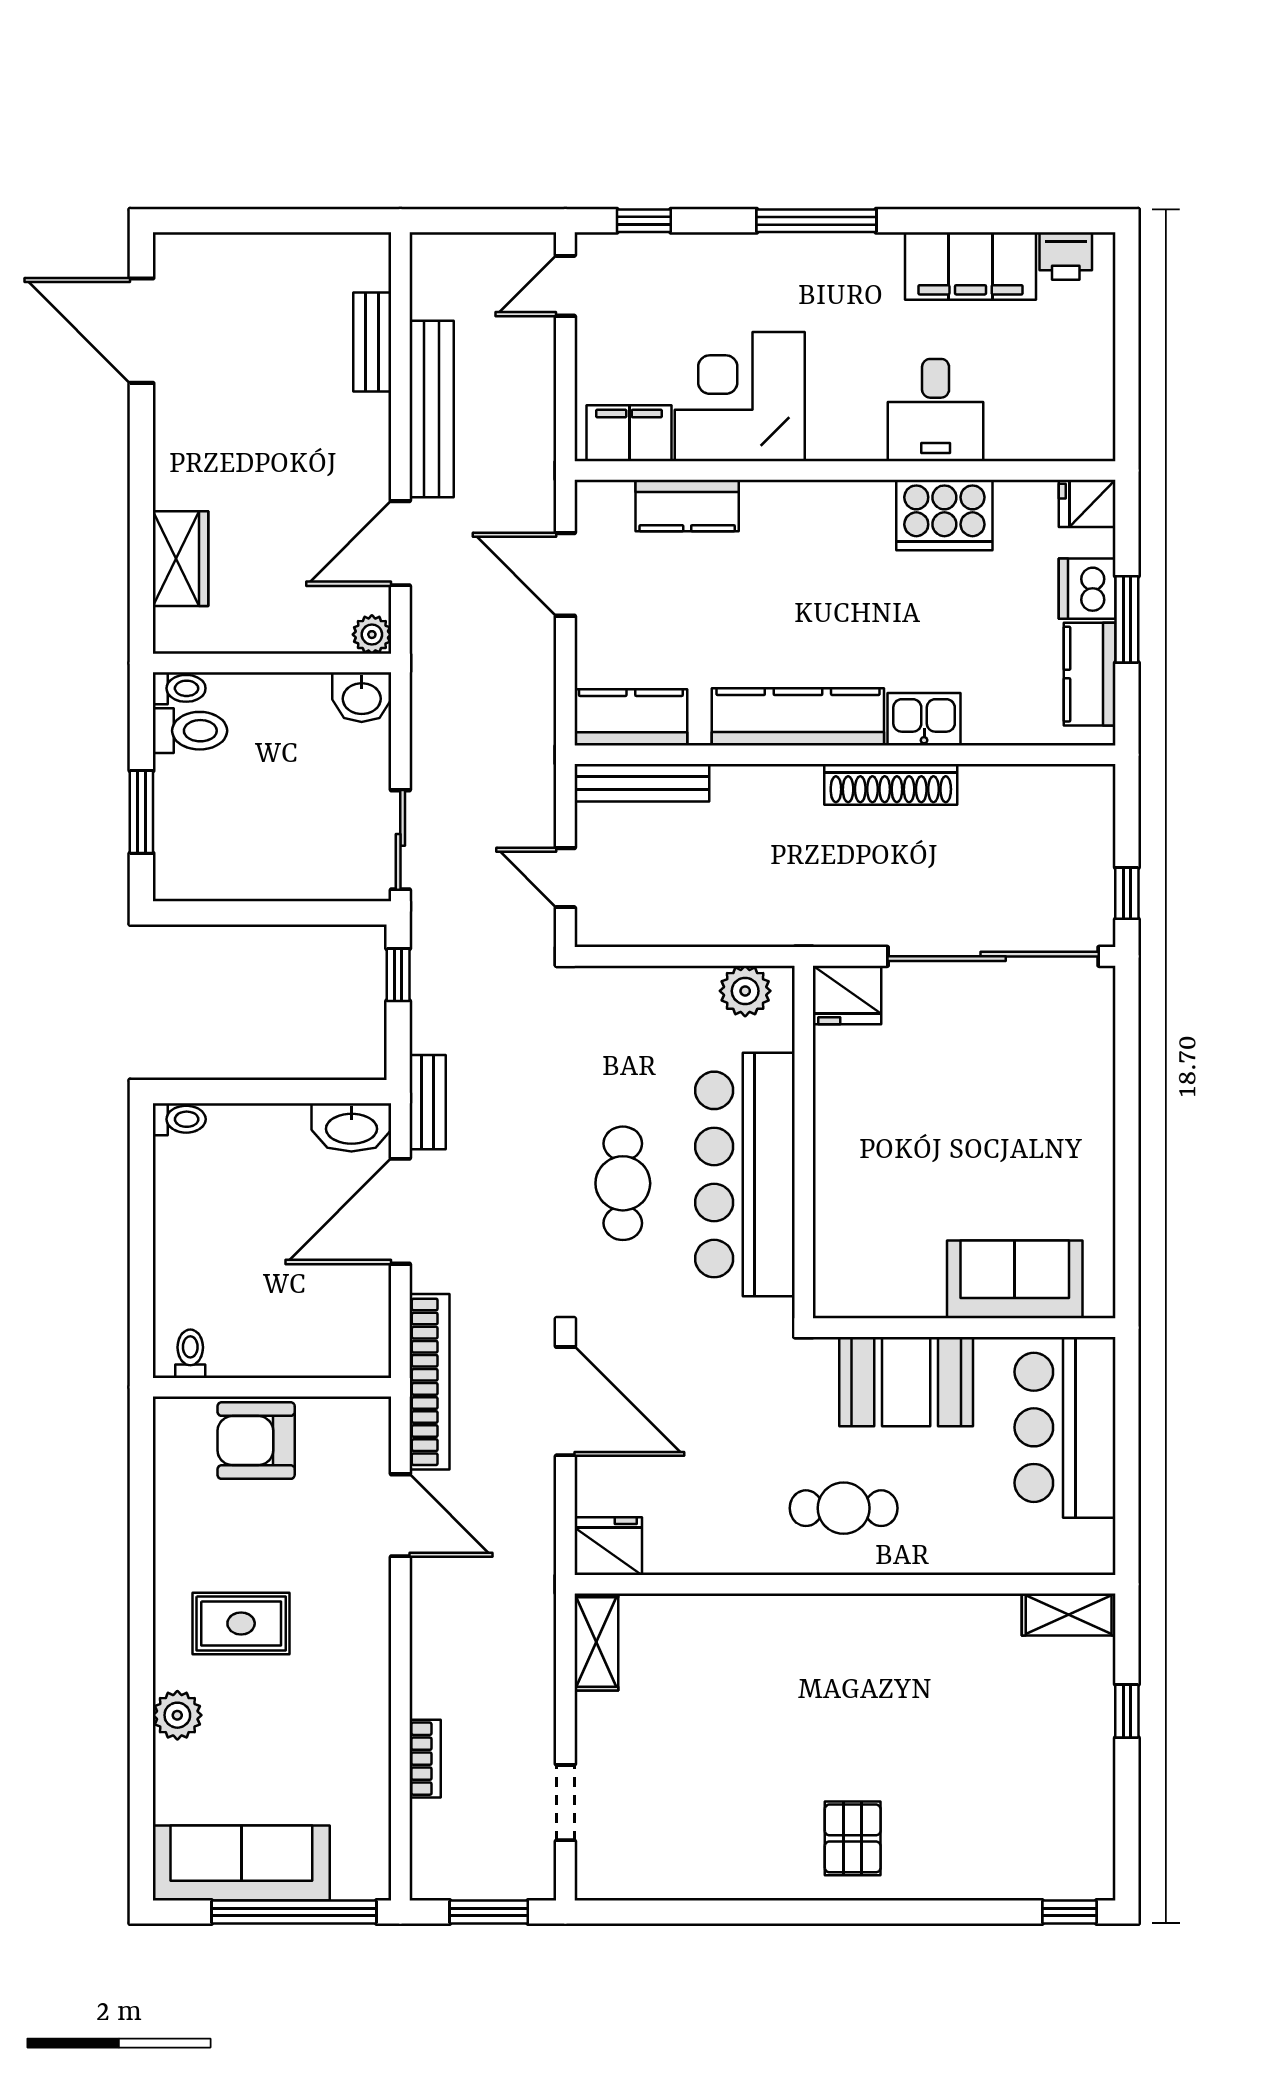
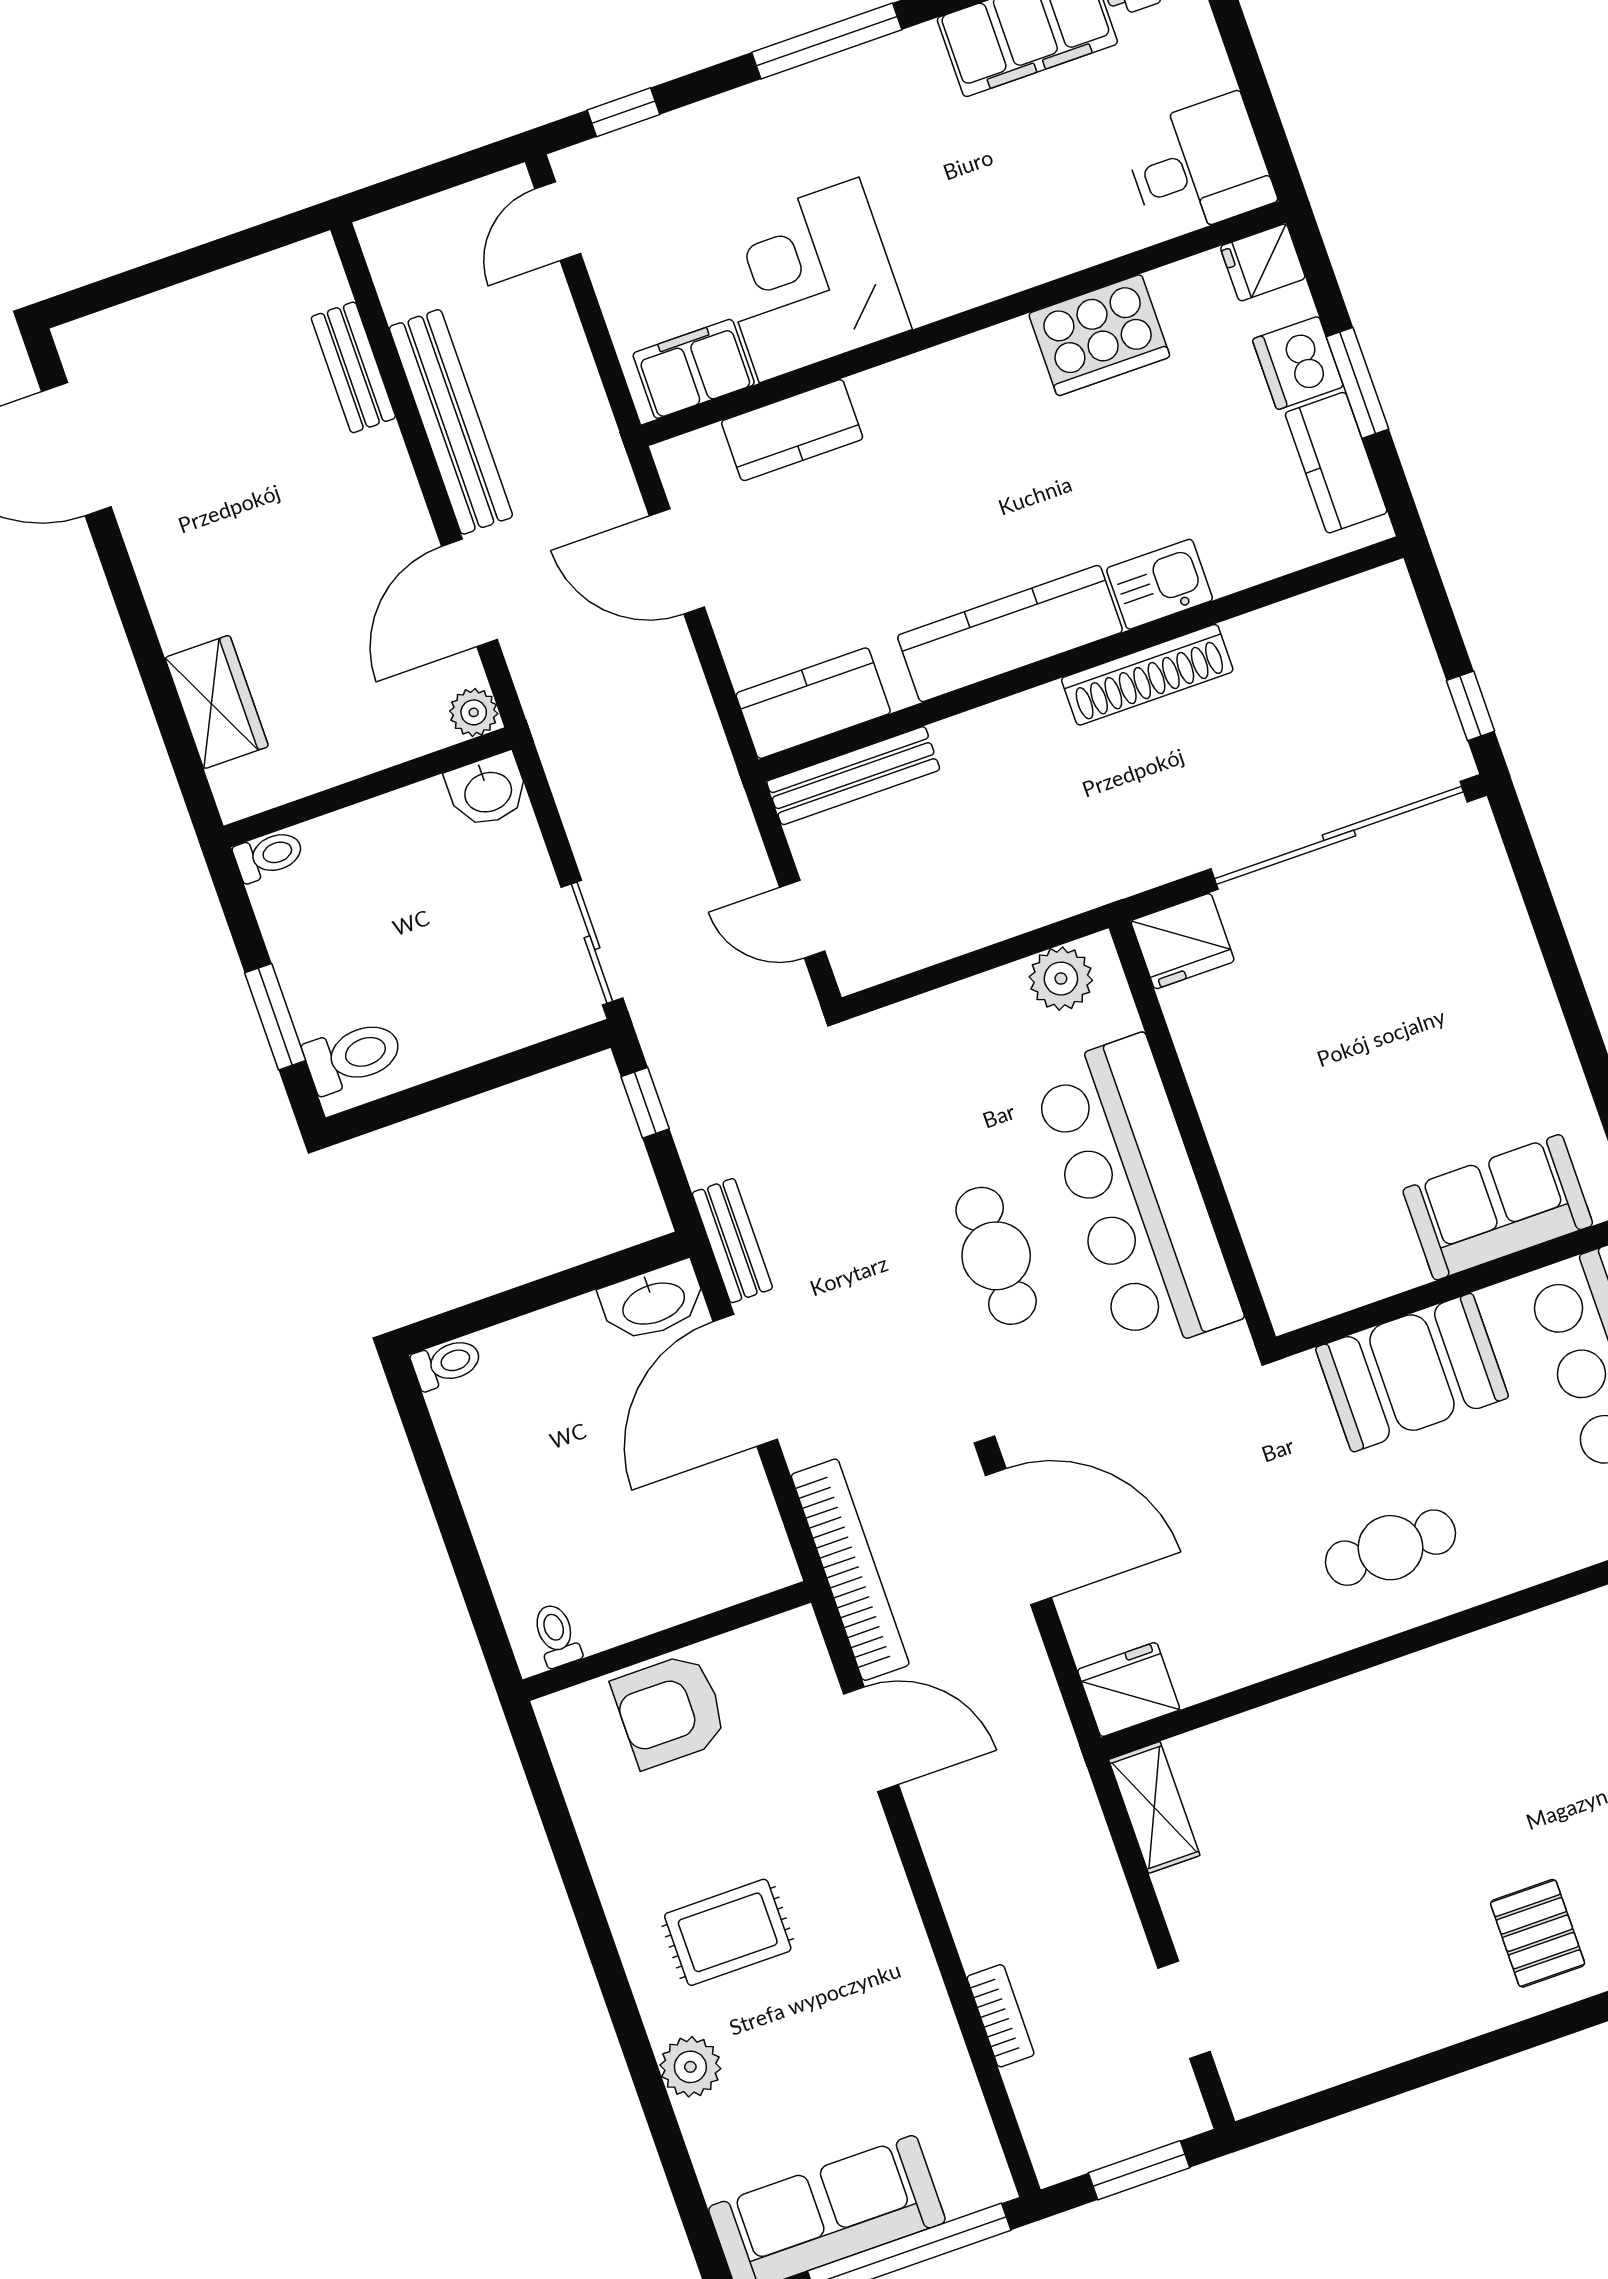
desk: (936, 410) -> (1199, 166), moved, turned -90
toilet: (190, 731) -> (353, 1056), moved

